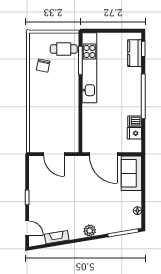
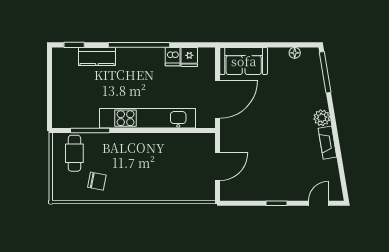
kitchen counter: (135, 53) -> (97, 56), moved
kitchen unit: (89, 68) -> (148, 118), moved
fireplace: (57, 237) -> (327, 143), moved

